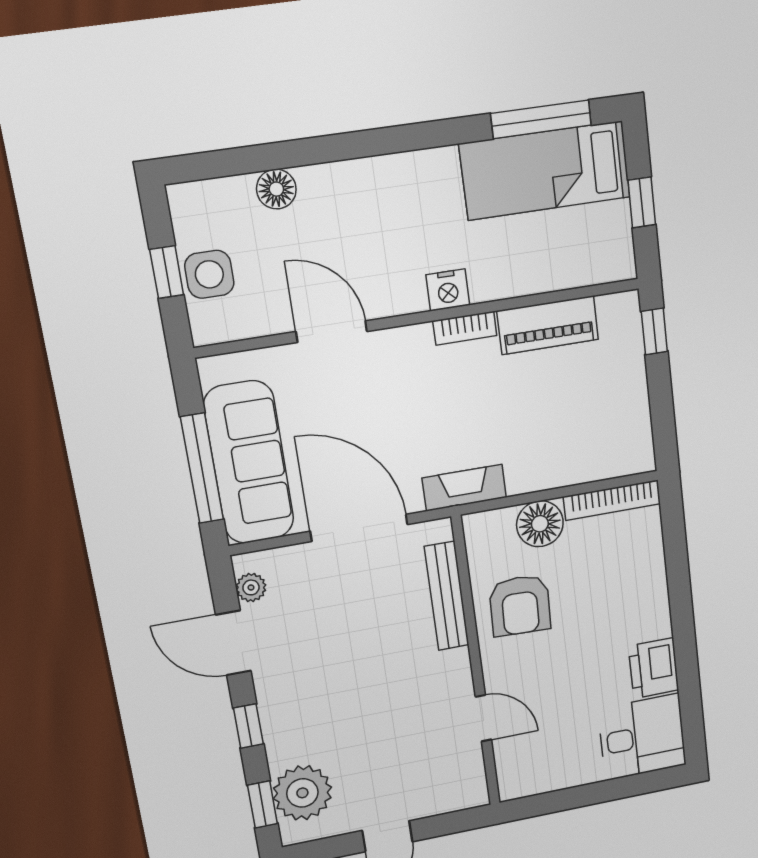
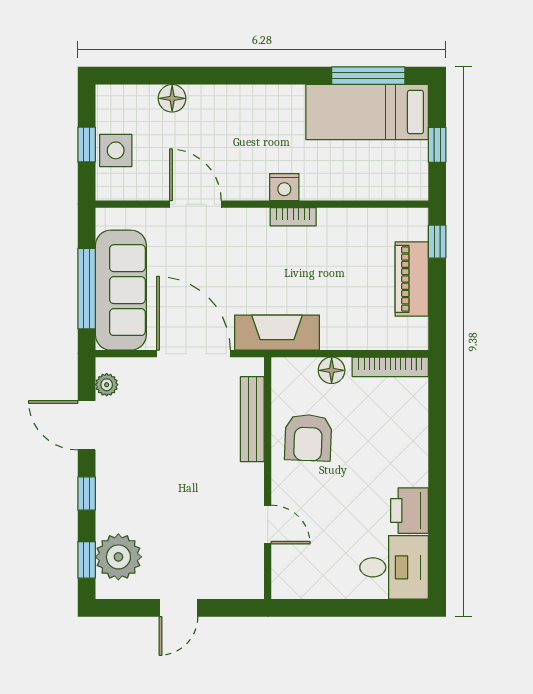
piano: (548, 325) -> (412, 279), moved, turned 90
fireplace: (464, 488) -> (277, 333), width x1.37, depth x1.32
floor lamp: (540, 524) -> (332, 370), width x0.73, depth x0.73

